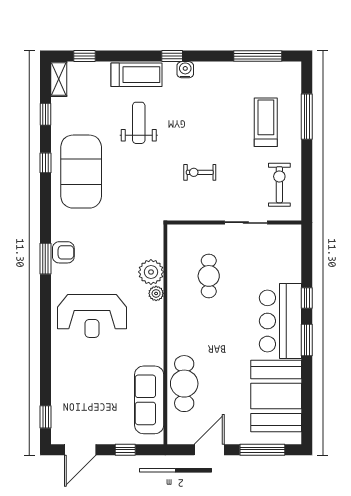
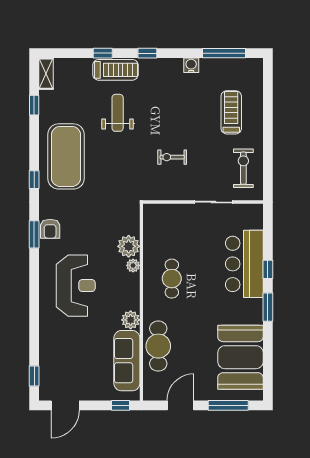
window: (85, 56) -> (103, 53), moved
water cooler: (185, 70) -> (191, 65), moved
window: (307, 117) -> (268, 107), removed
window: (45, 163) -> (34, 180), moved
armchair: (63, 252) -> (50, 229), turned 90
cafe table: (209, 276) -> (172, 279), moved
reception desk: (92, 316) -> (76, 286), turned -90
bar counter: (280, 321) -> (244, 264), moved
plant: (153, 354) -> (131, 320), added
window: (125, 450) -> (120, 405), moved

